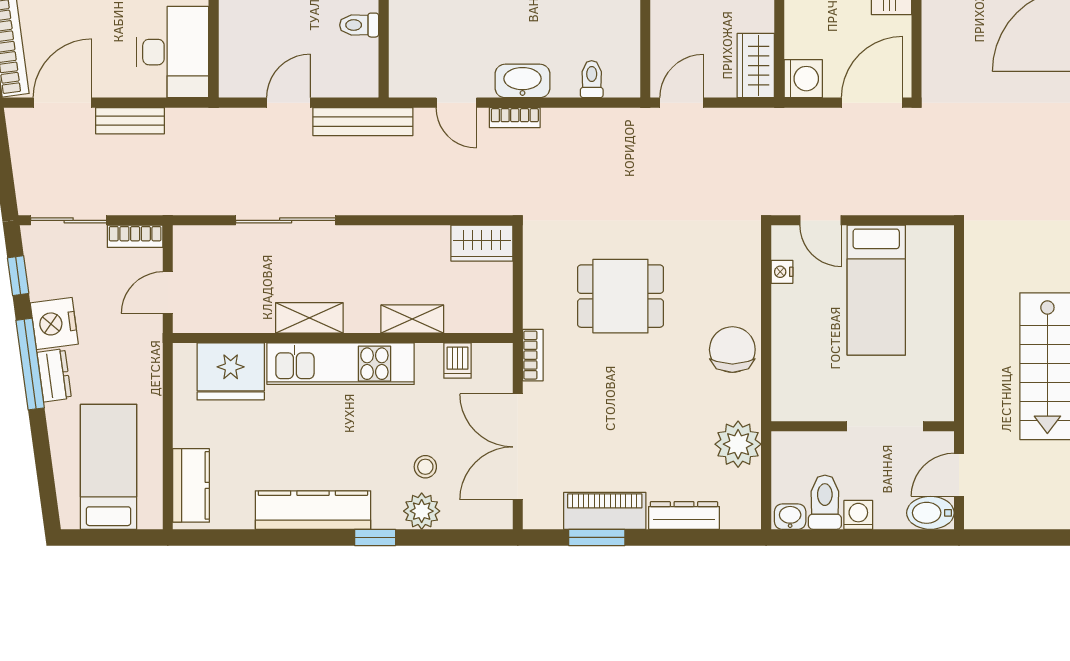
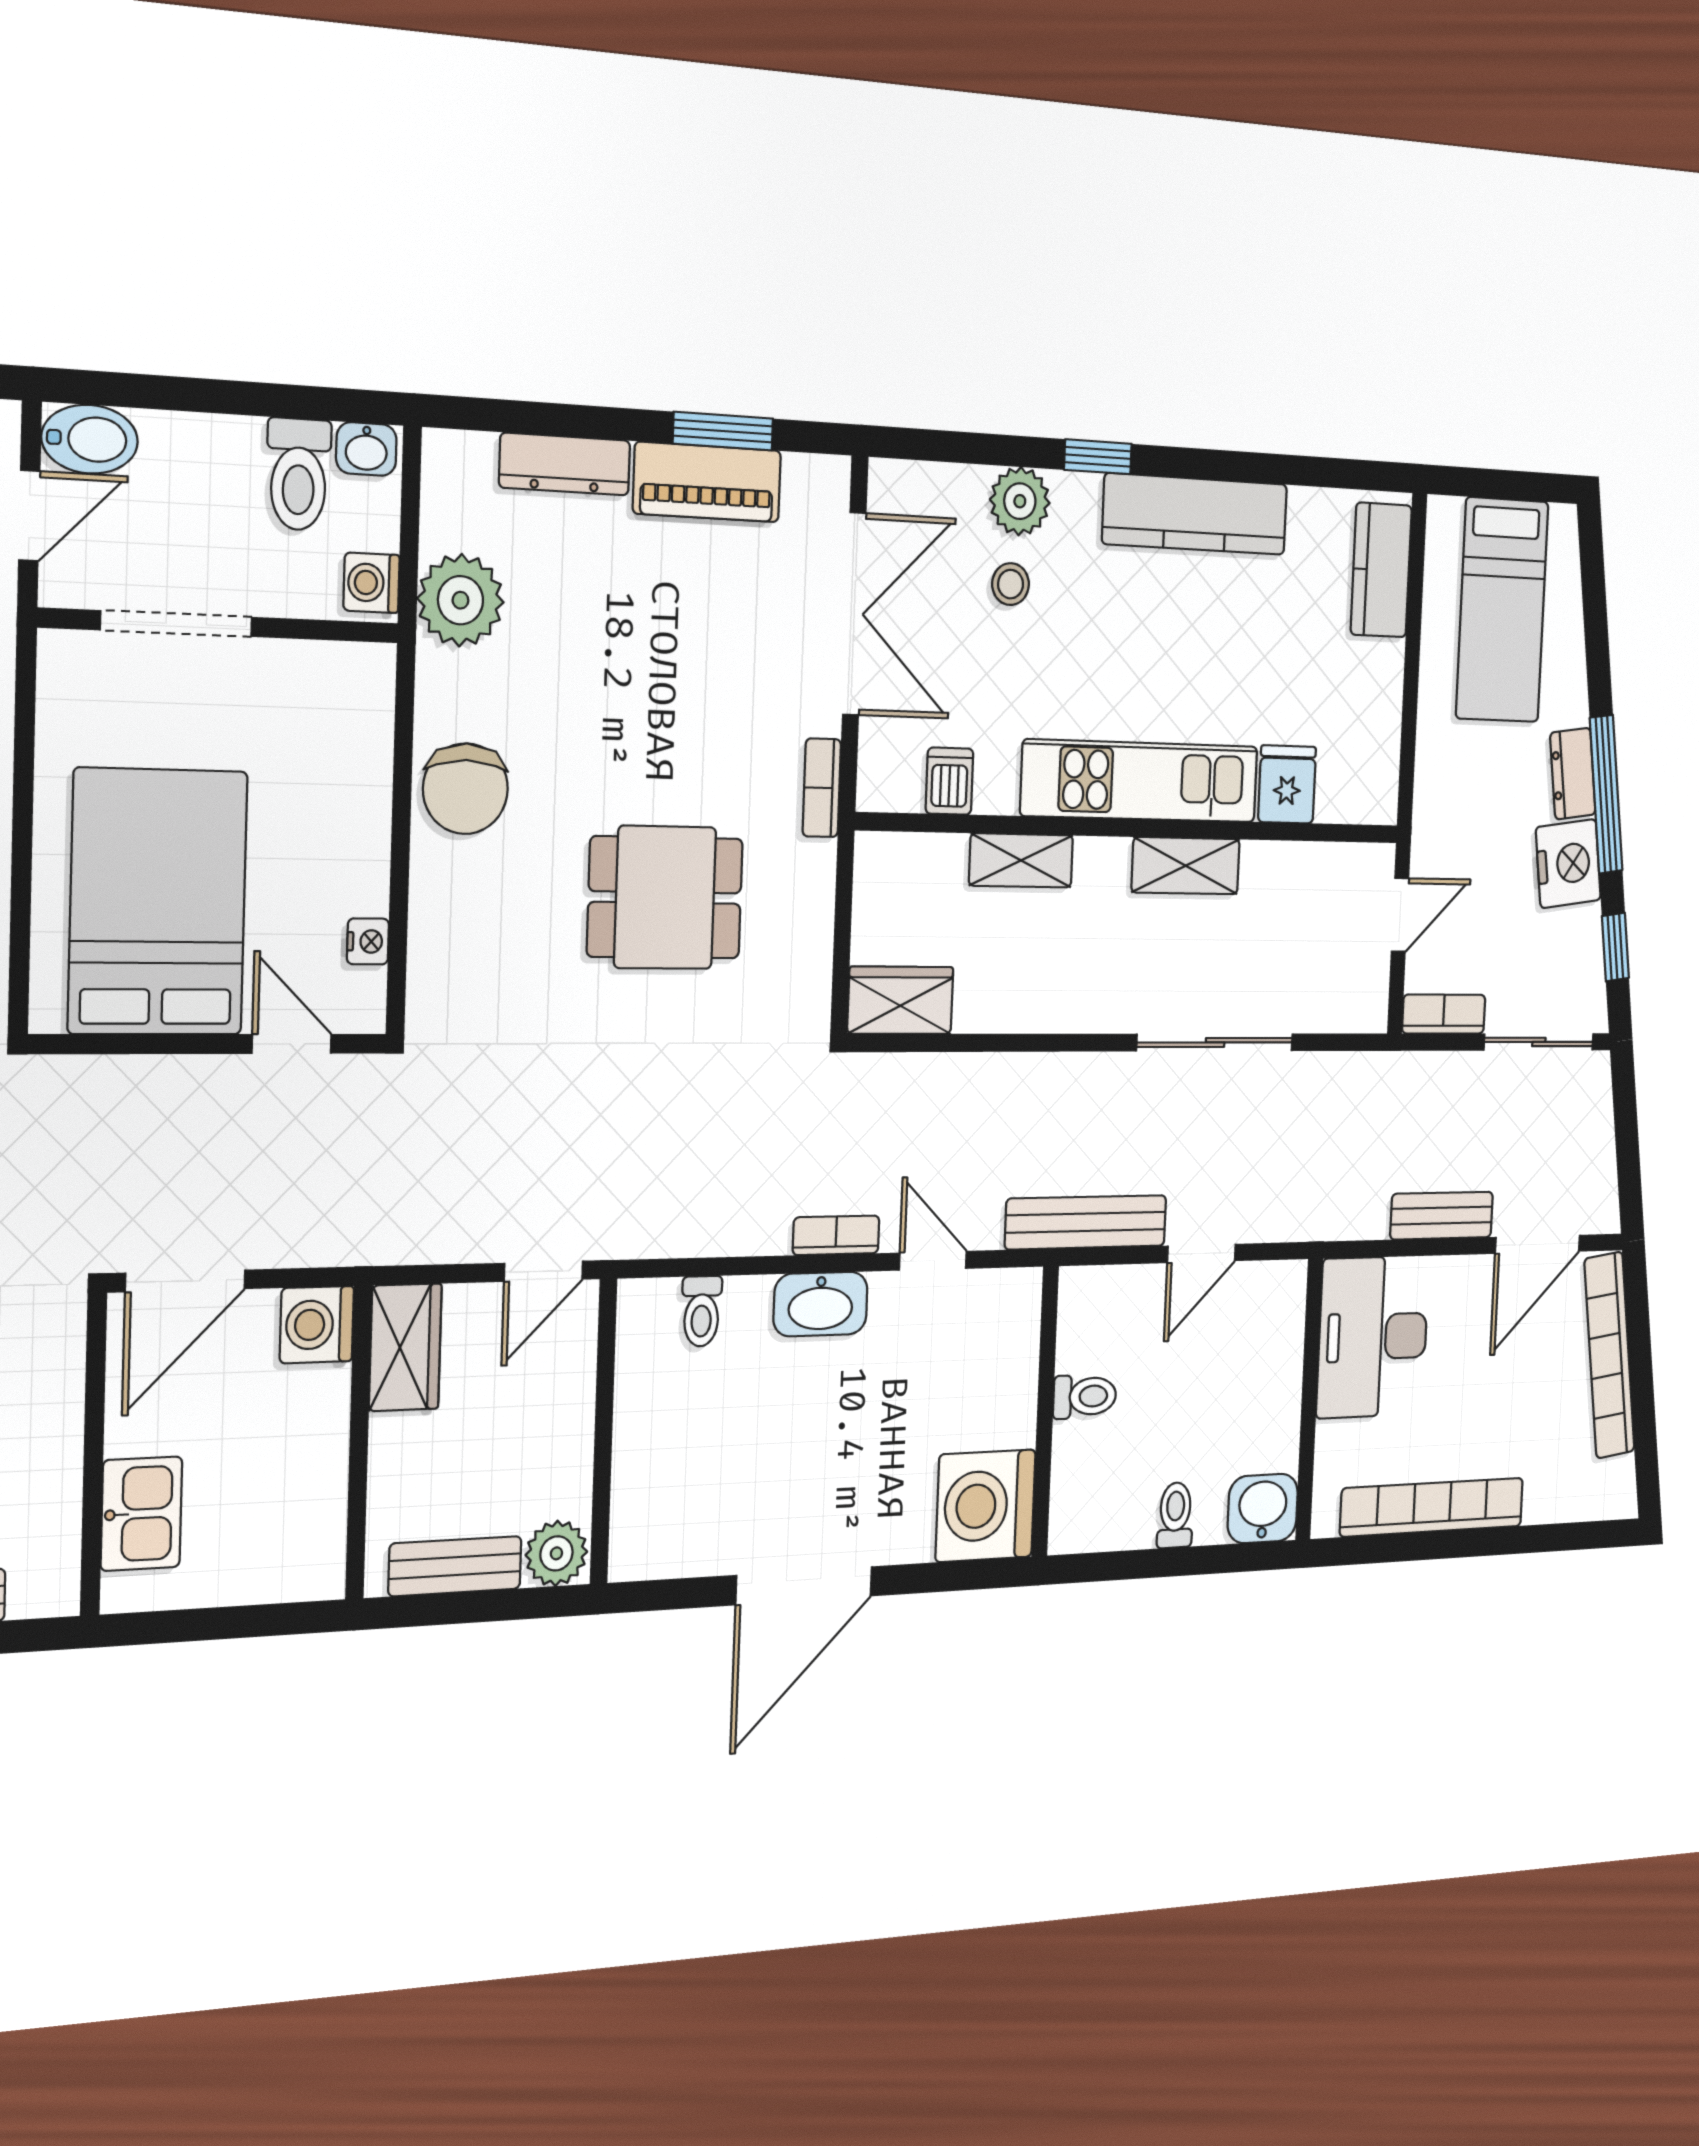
bed: (876, 290) -> (158, 902), width x1.50
fridge: (231, 371) -> (1287, 784), width x0.53, depth x0.75
washing machine: (858, 515) -> (371, 583), moved, turned 90

